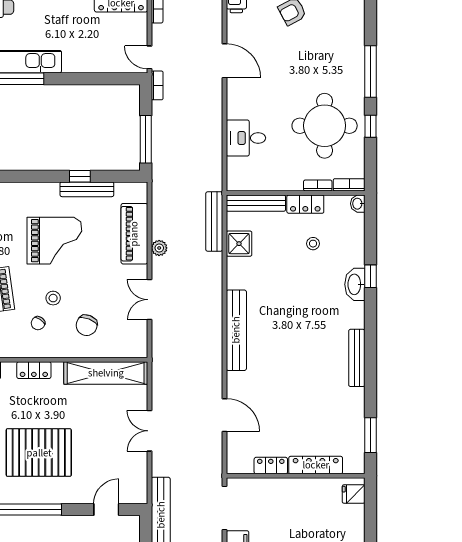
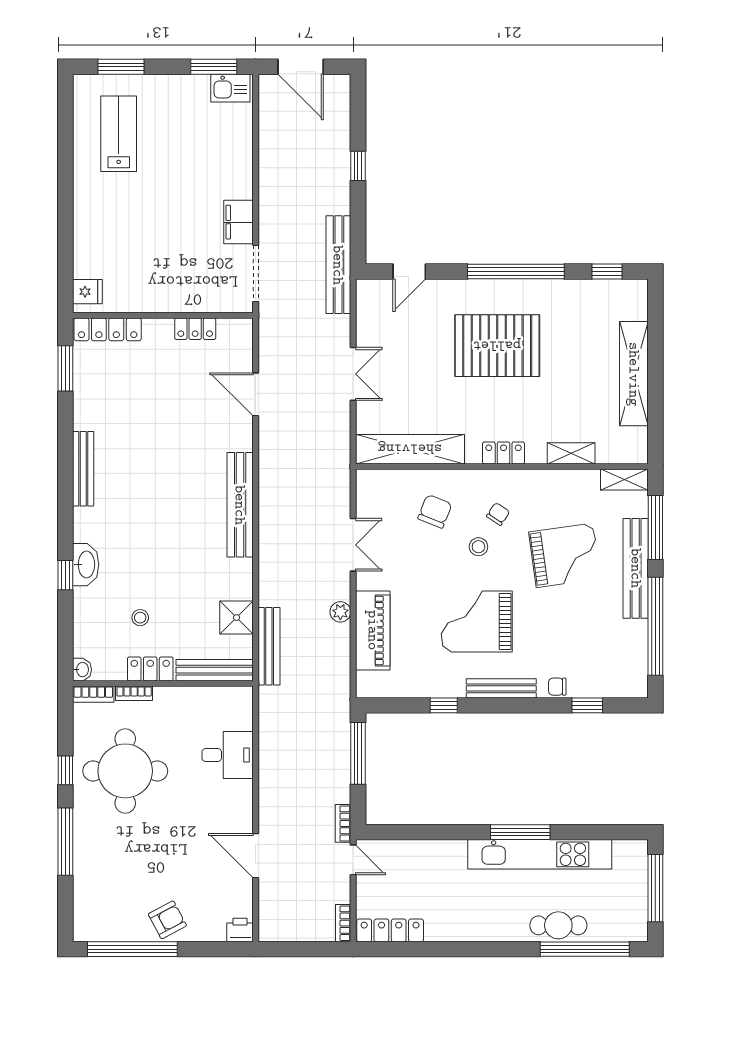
bench: (87, 189) -> (501, 688), moved
locker: (316, 465) -> (108, 329), moved

